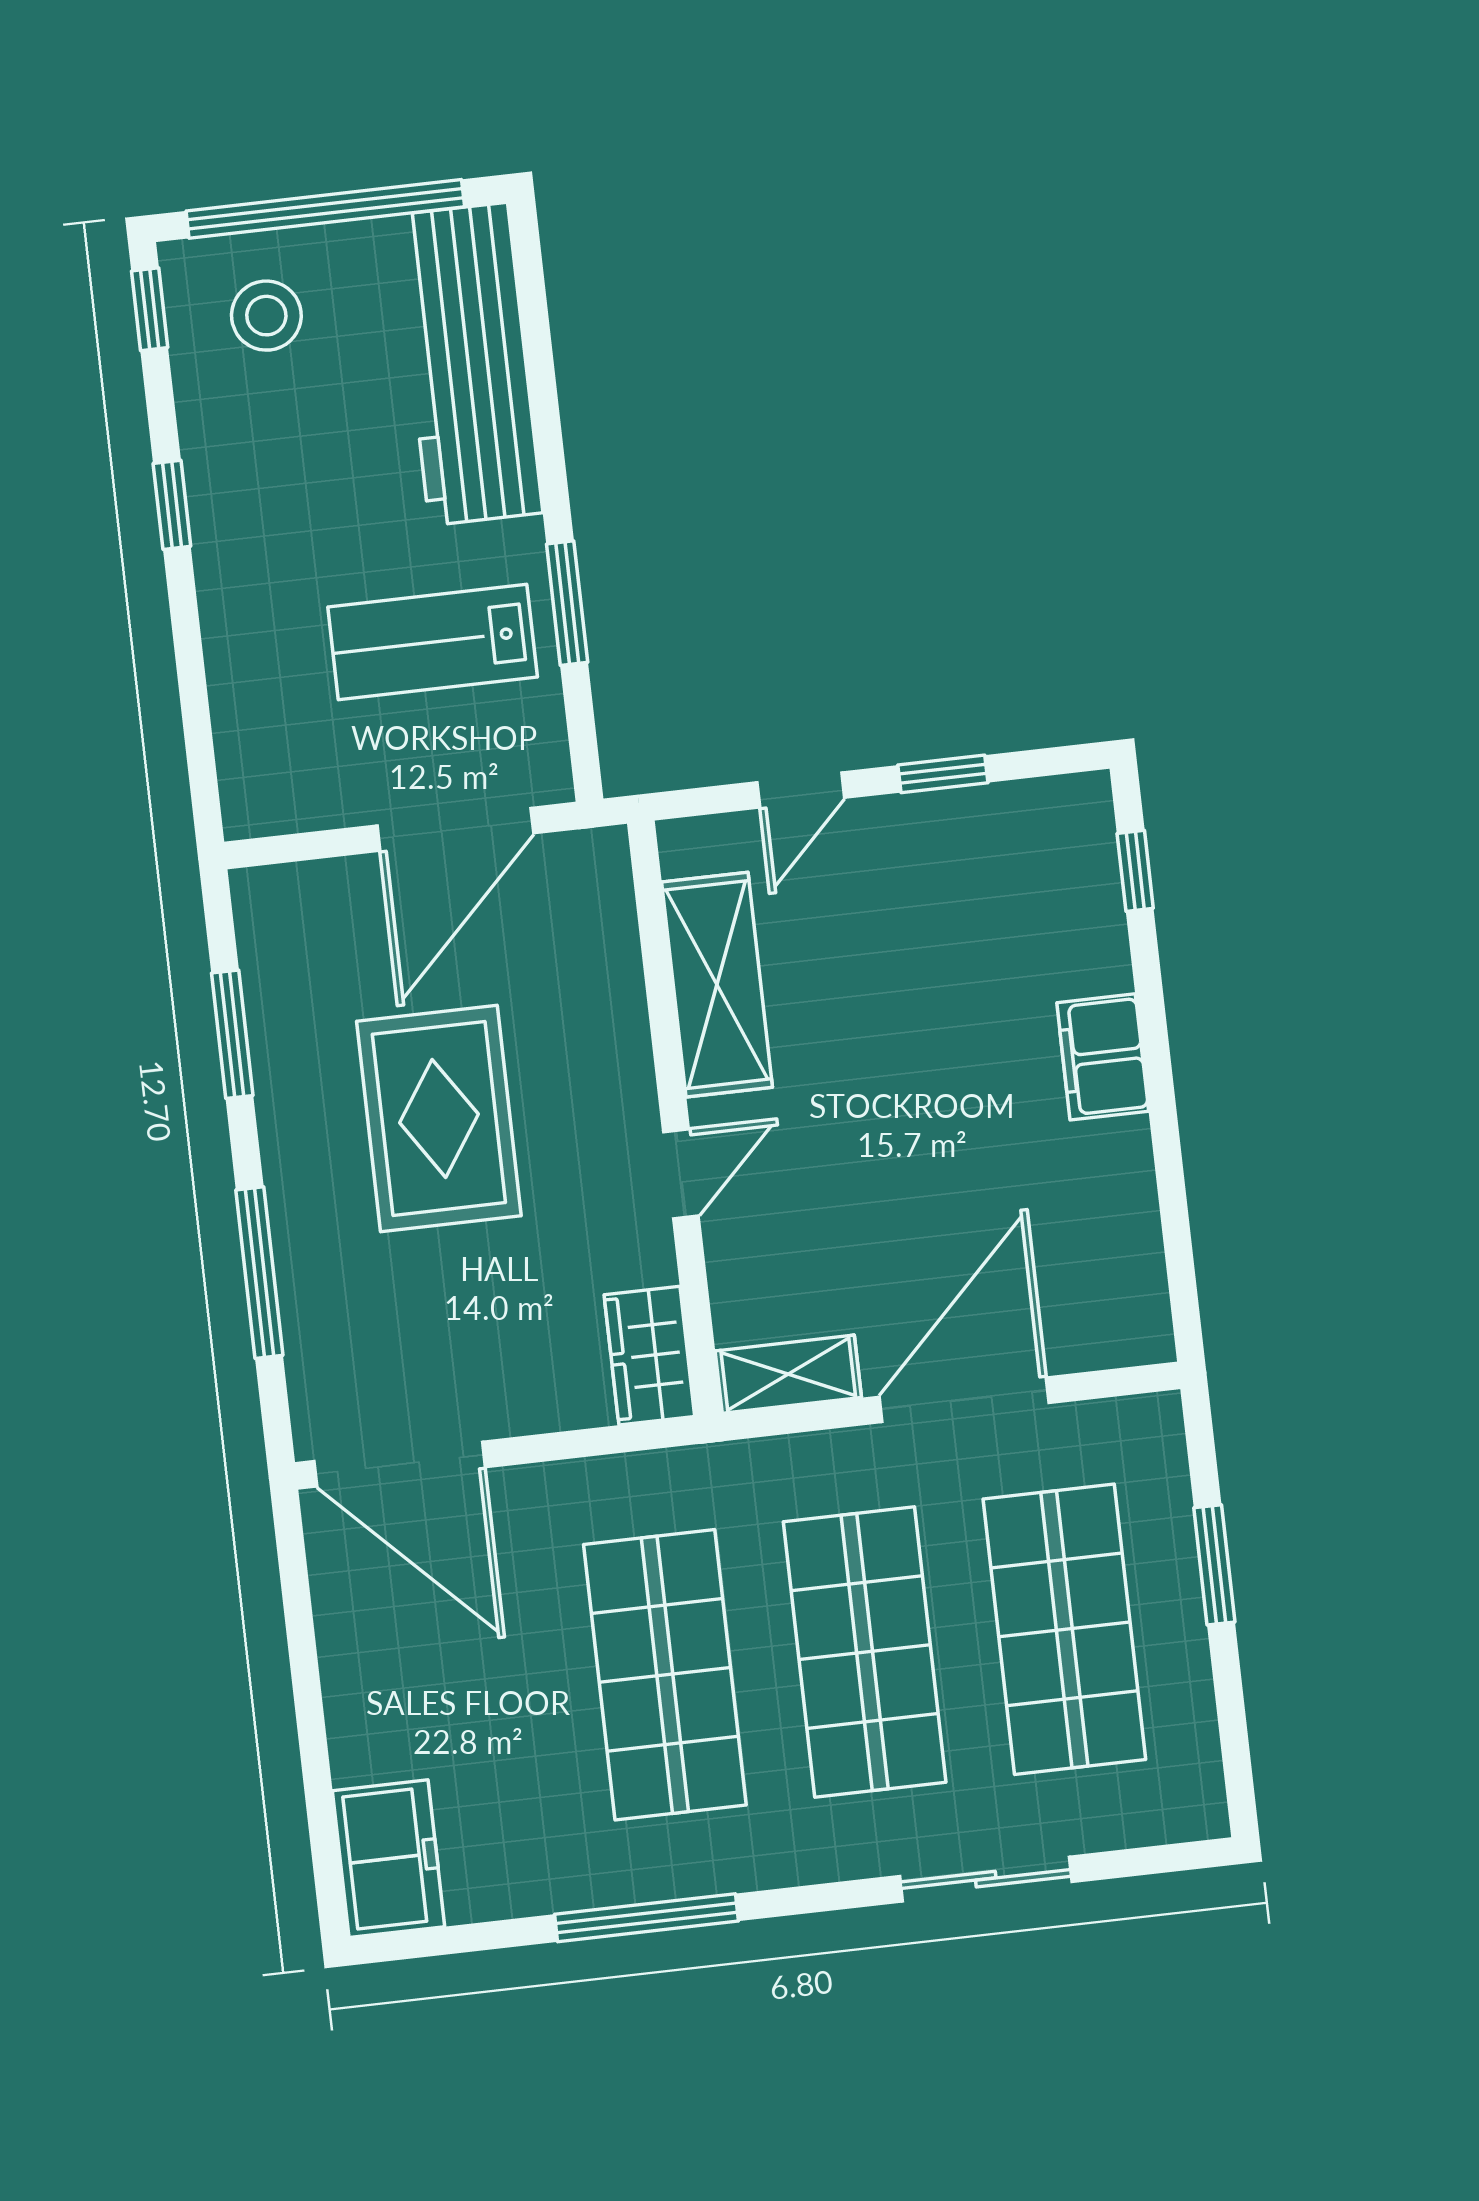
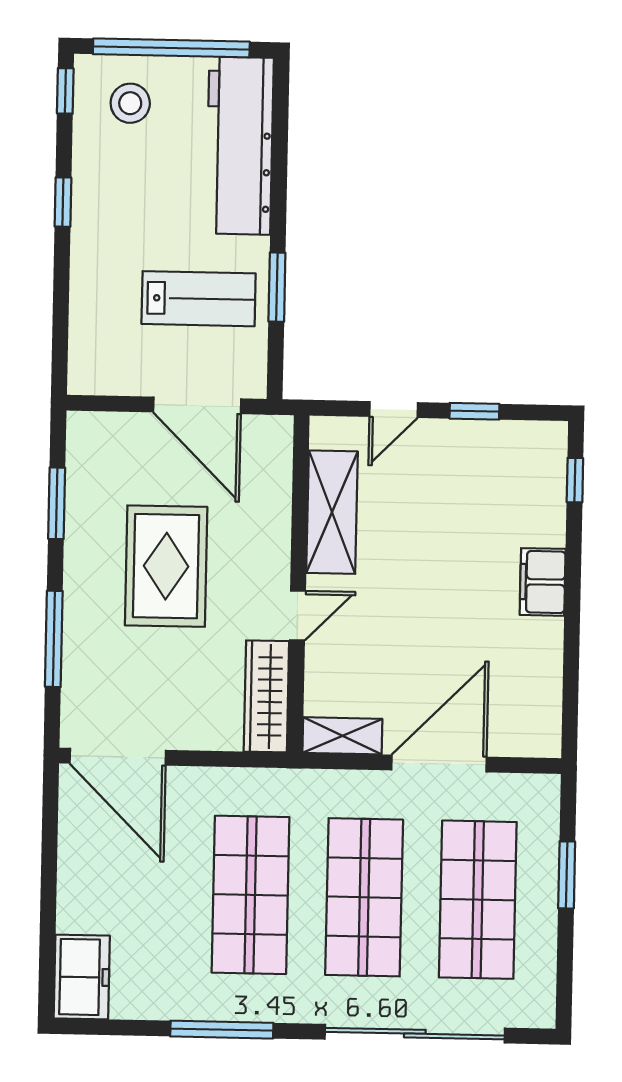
lab bench: (433, 642) -> (199, 299), turned 180
door: (455, 829) -> (197, 405), hinge flipped
wardrobe: (649, 1356) -> (266, 696), width x1.50
sliding door: (986, 1879) -> (415, 1034), width x1.86

